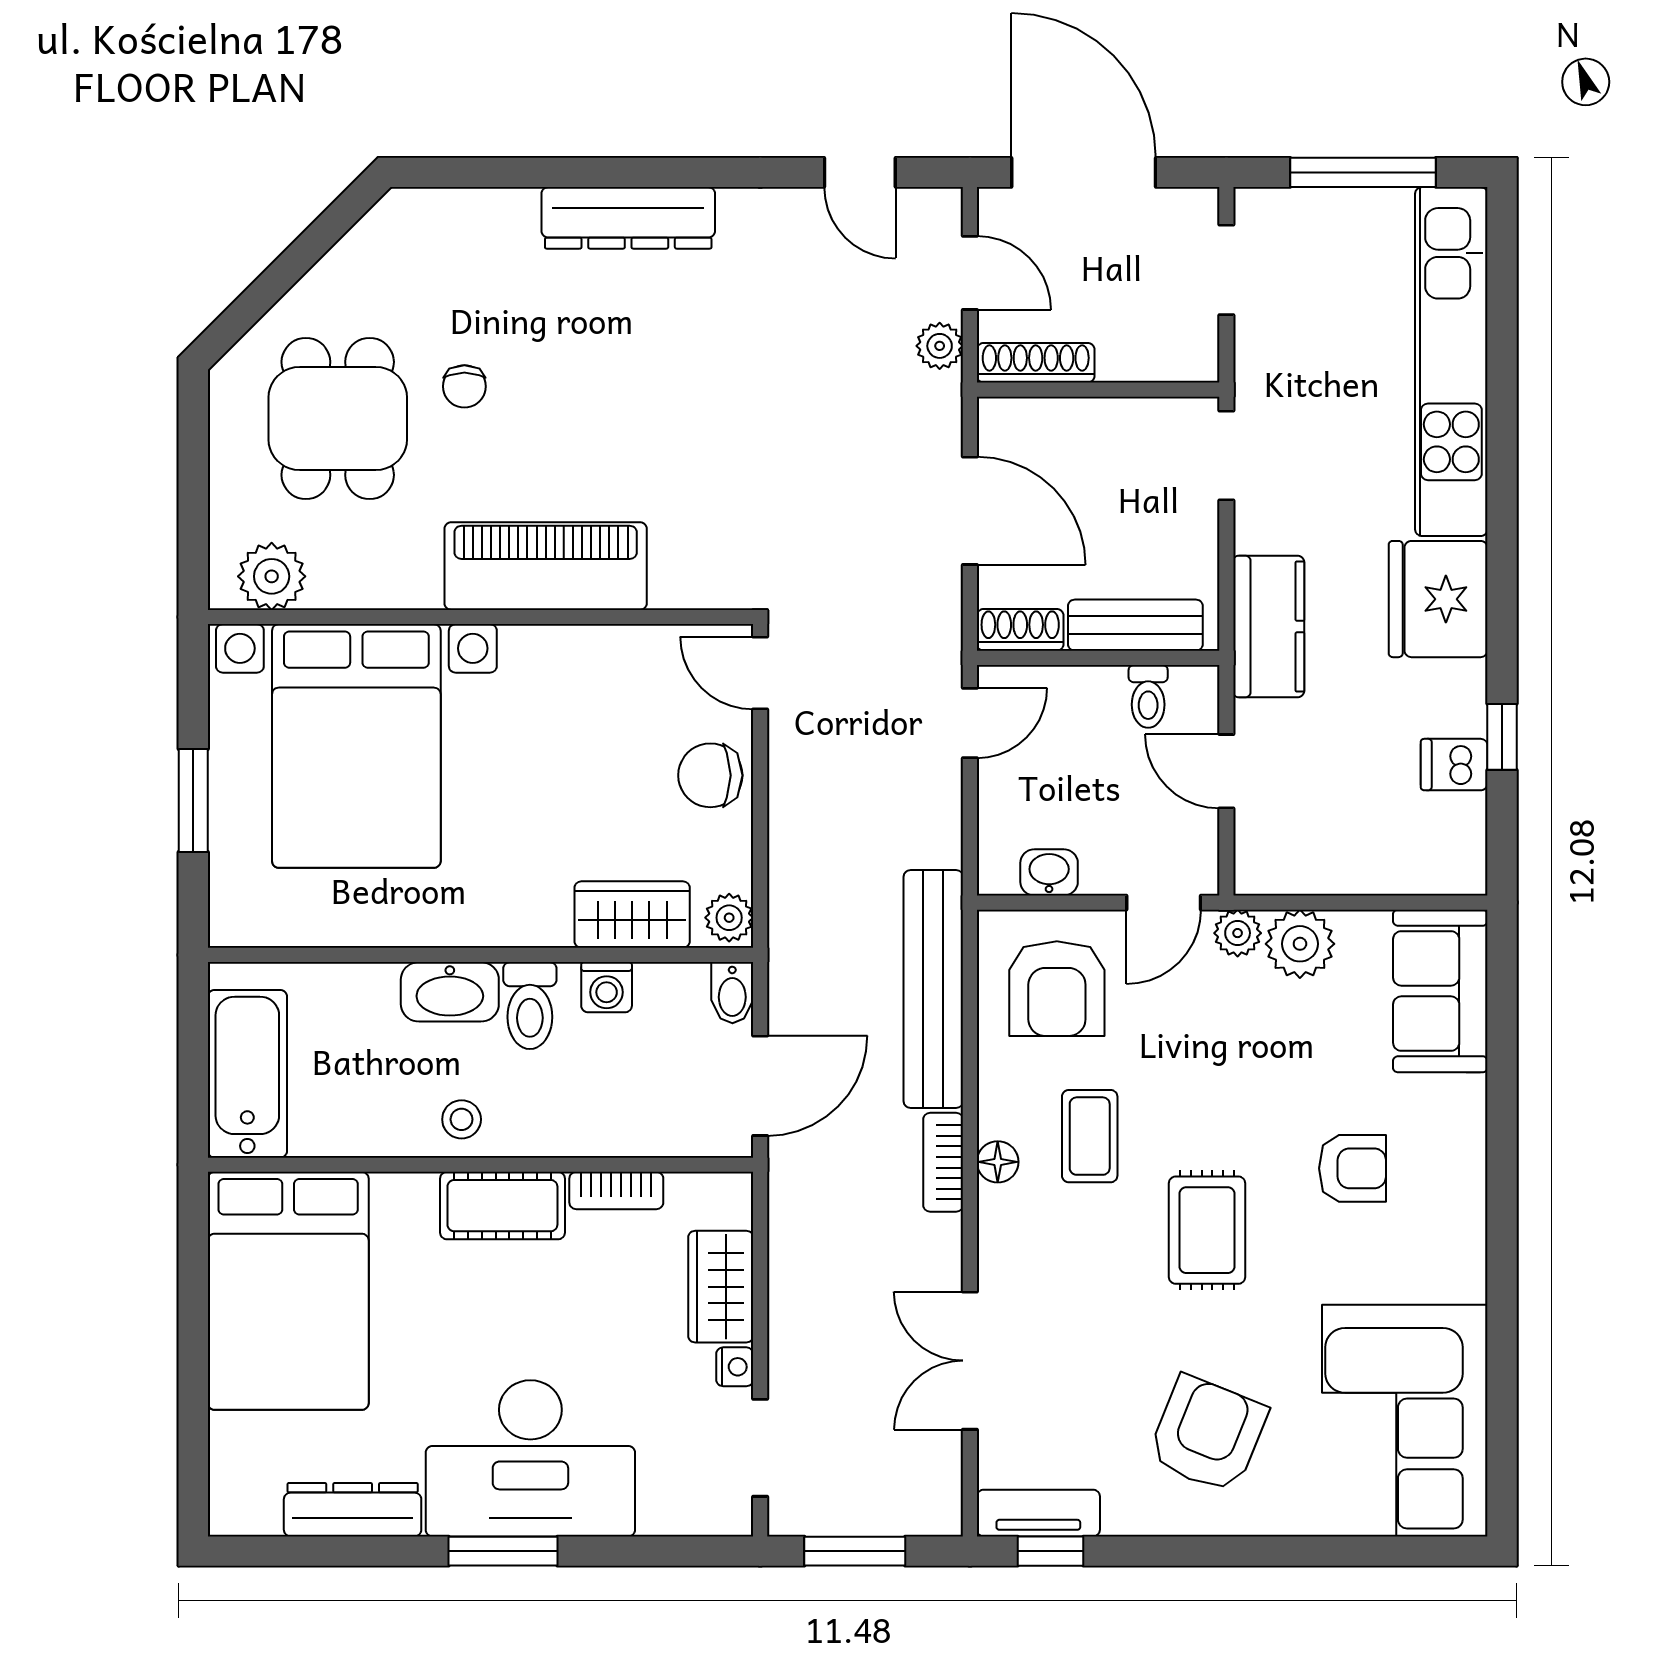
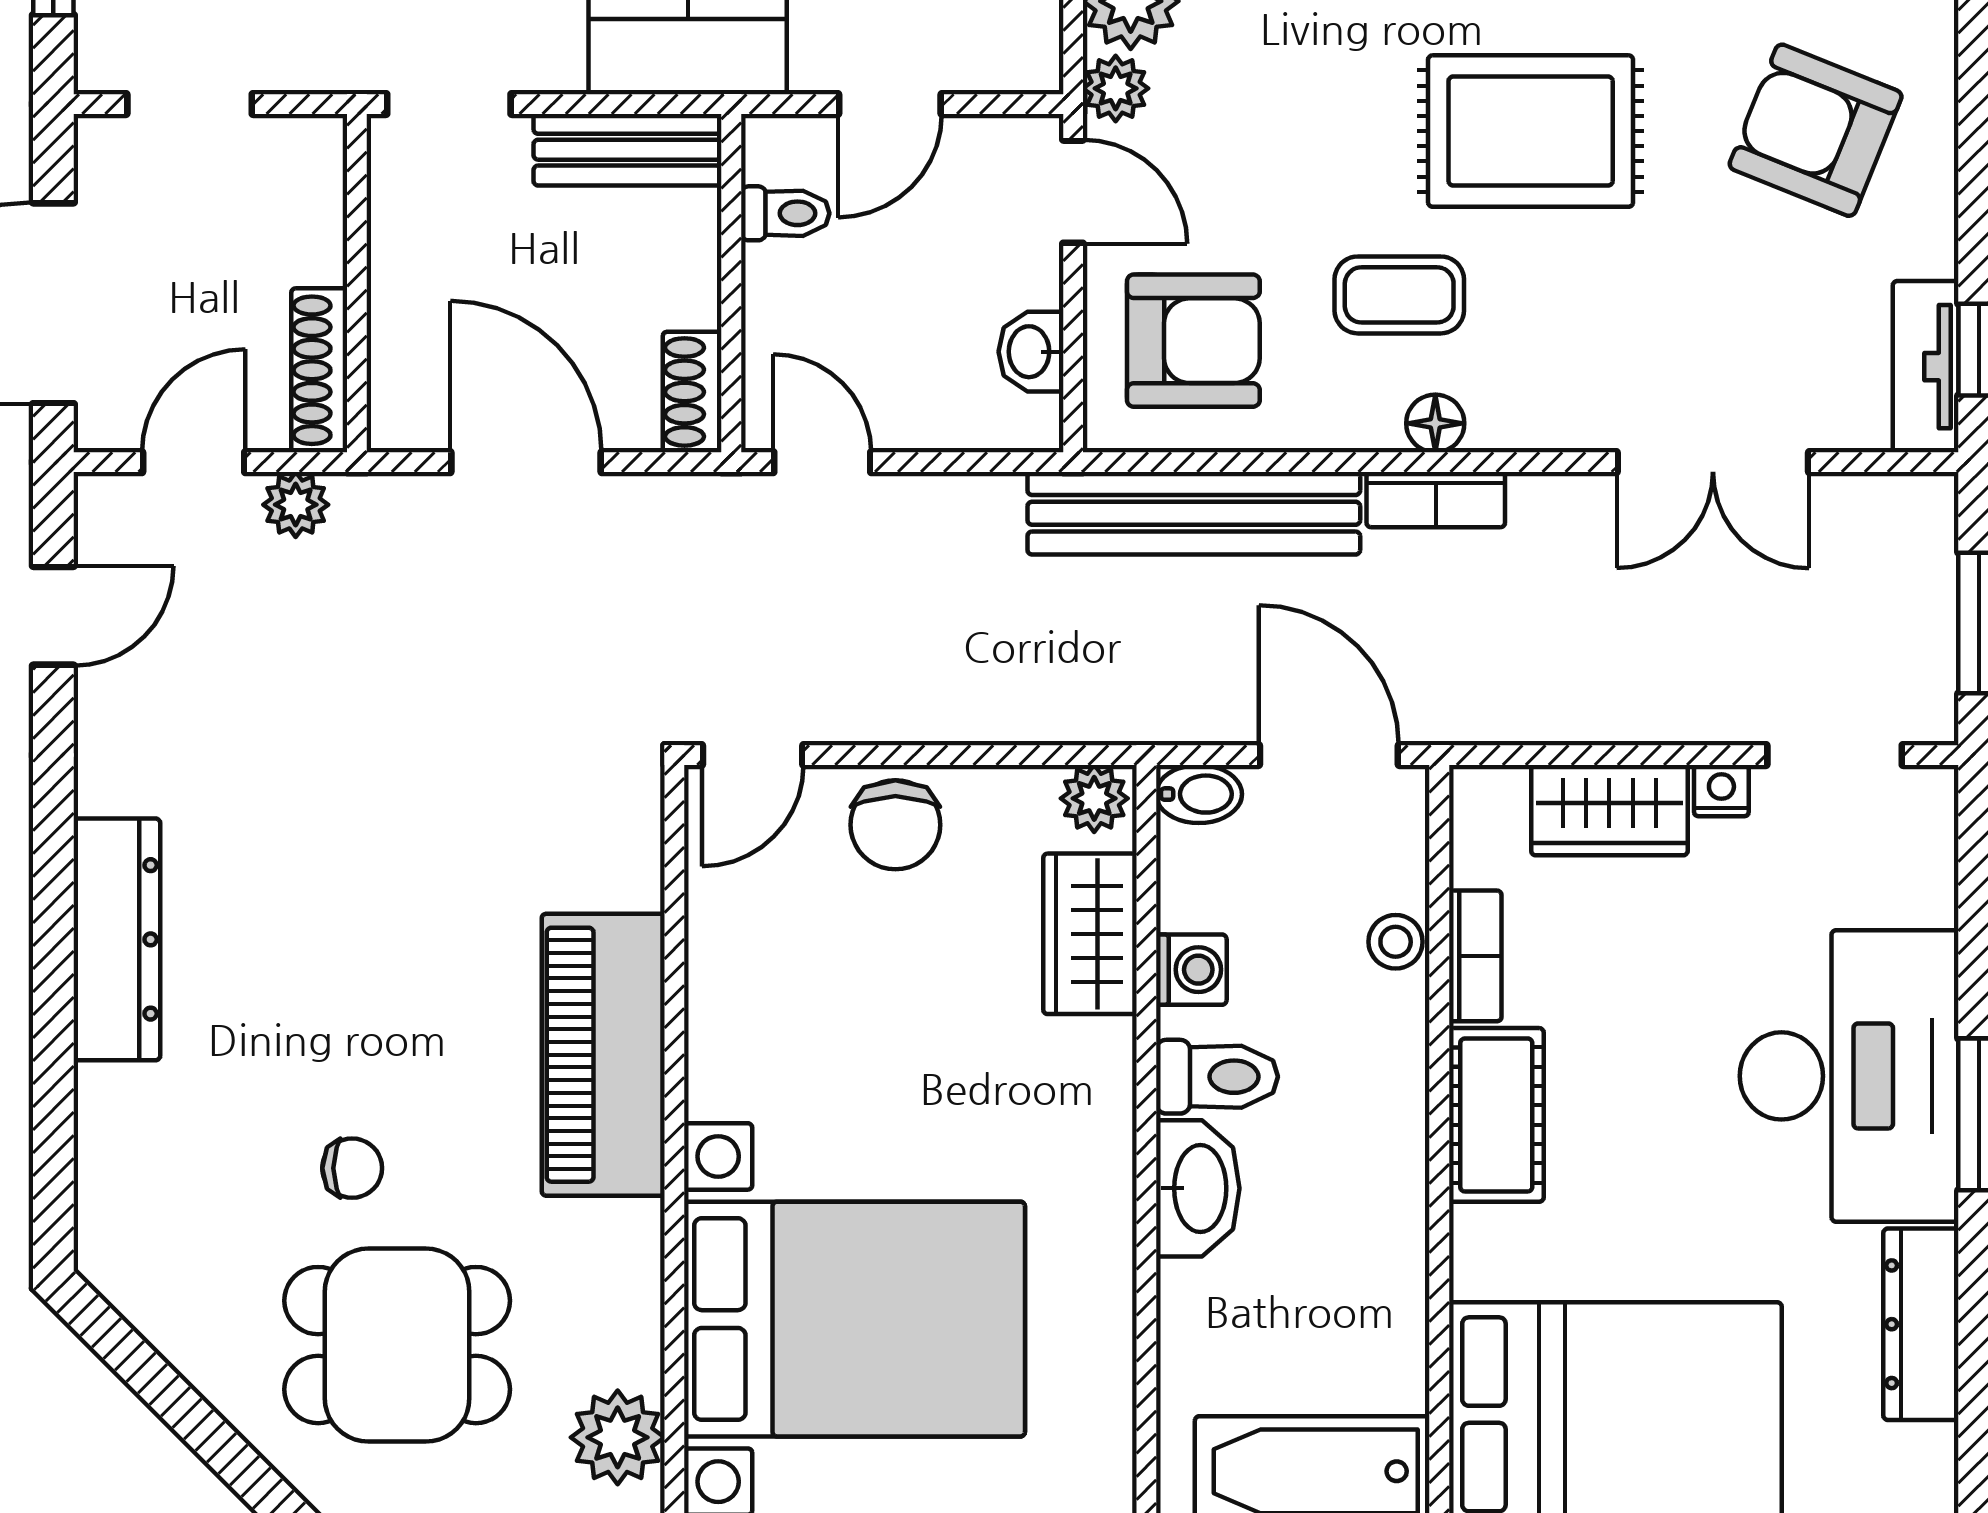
door: (970, 511) -> (526, 462), hinge flipped
bench: (1135, 625) -> (628, 150), moved, turned 90
stool: (462, 1119) -> (1396, 942), moved
rug: (1207, 1230) -> (1531, 131), width x1.36, depth x1.43

